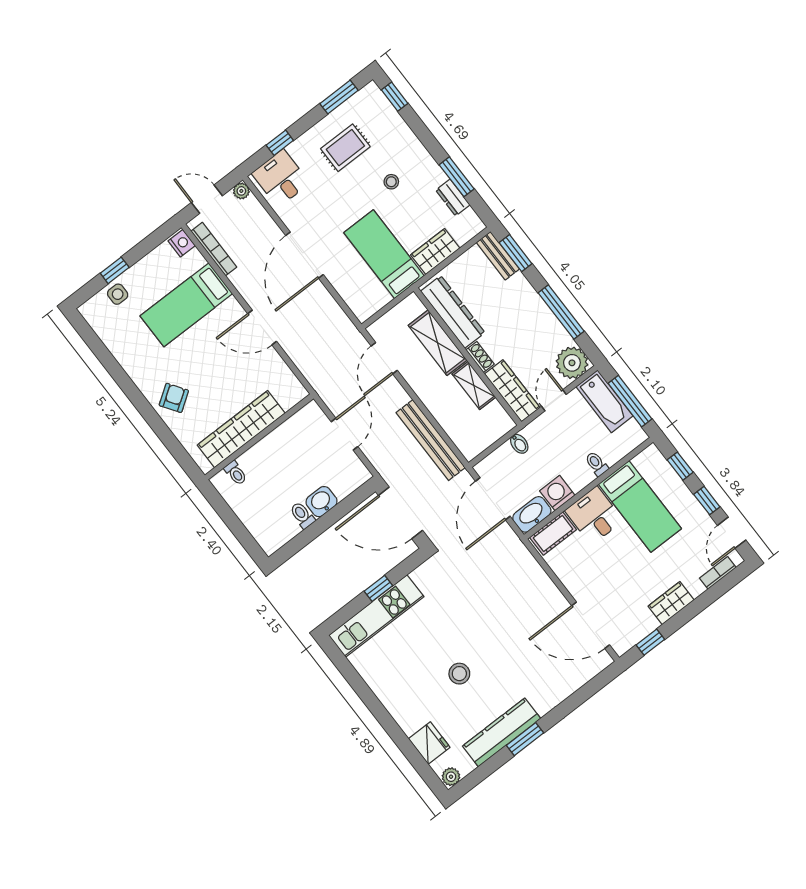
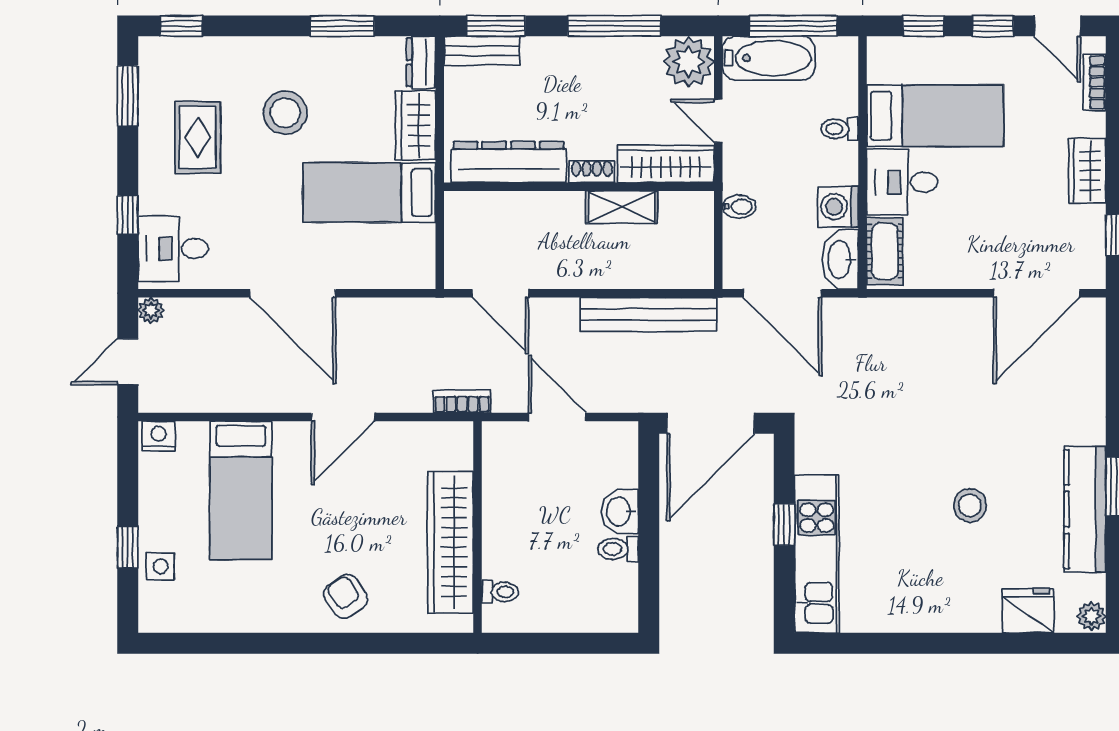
stool: (391, 182) -> (285, 113), width x1.89, depth x1.89
dresser: (453, 198) -> (421, 62), moved, turned 90
bookcase: (214, 249) -> (462, 401), moved, width x0.64
shelving: (438, 343) -> (533, 211), removed

